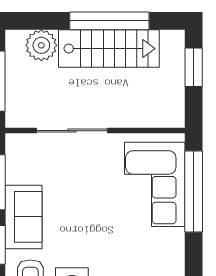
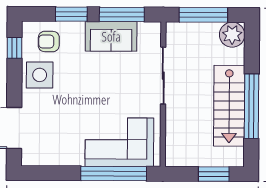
plant: (41, 45) -> (232, 35), moved
sofa: (24, 217) -> (111, 36), moved

